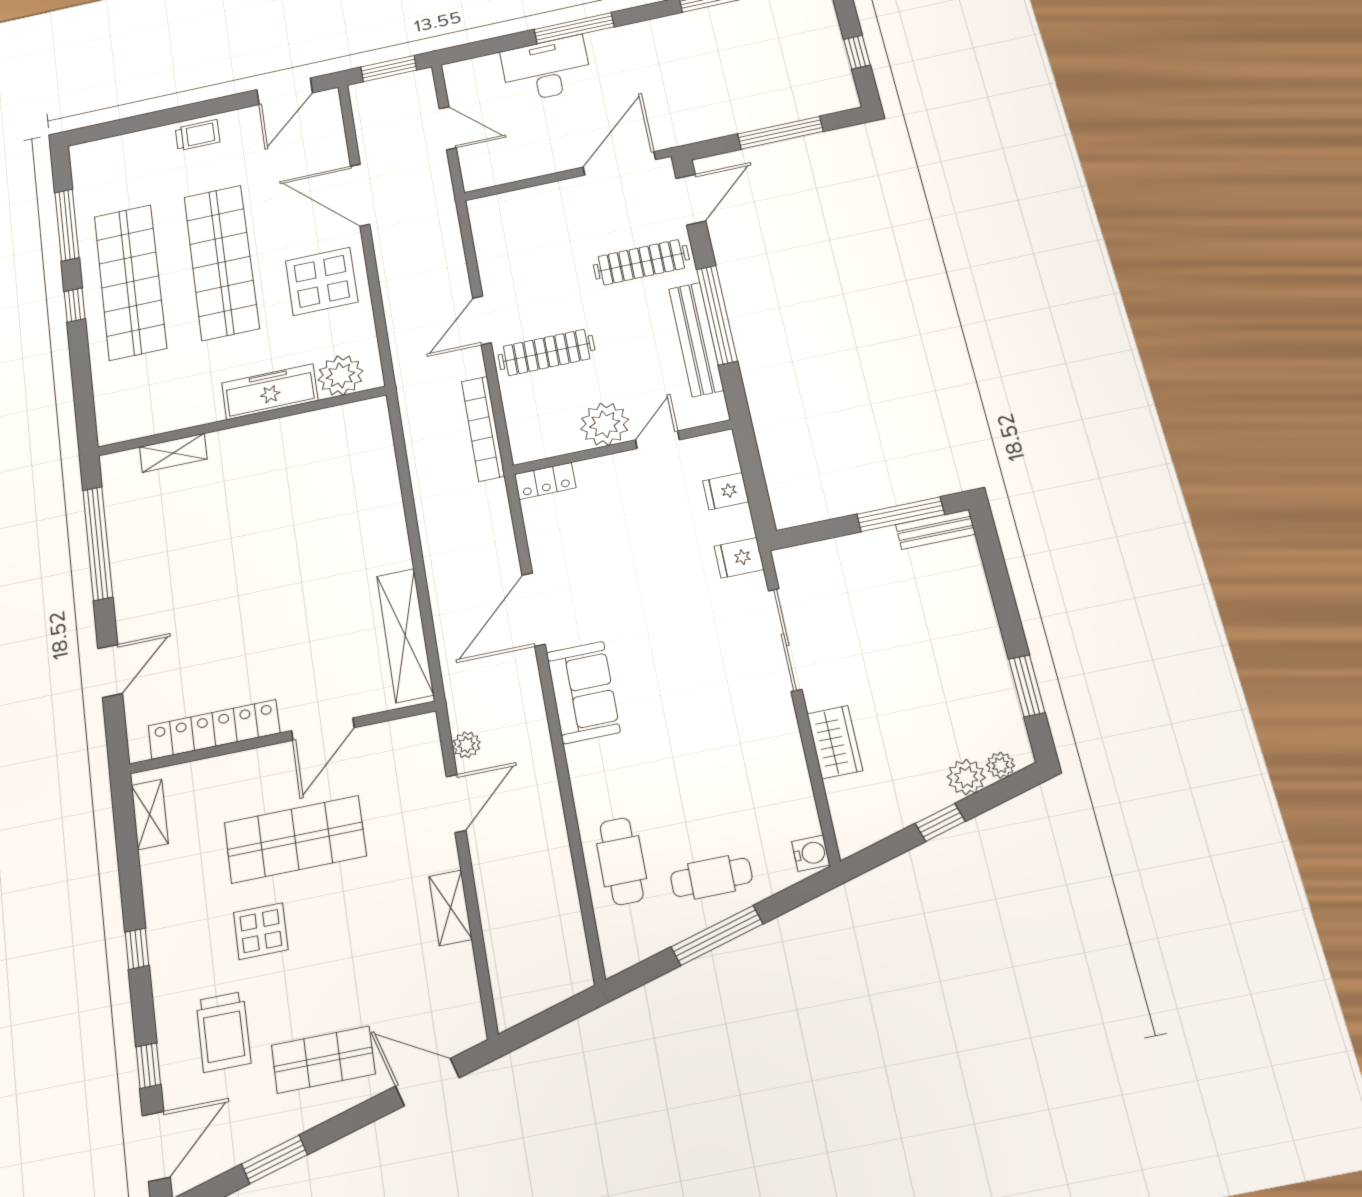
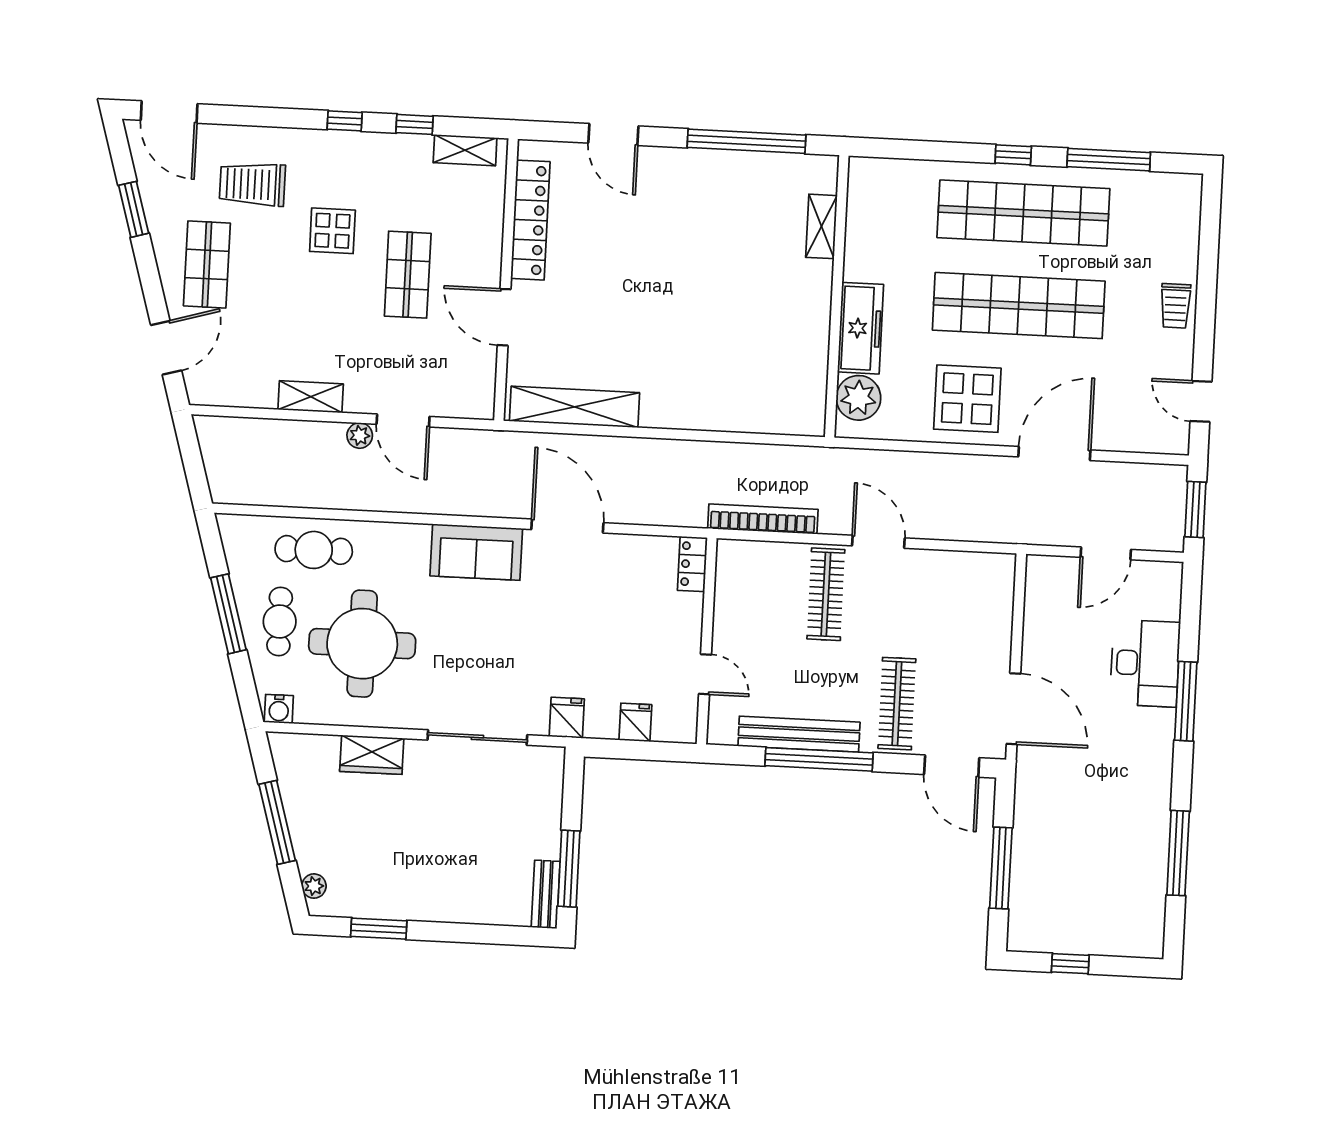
door: (285, 91) -> (1201, 401), width x0.73
plant: (605, 424) -> (735, 631), removed
plant: (466, 745) -> (360, 436), moved
plant: (966, 777) -> (311, 855), removed
round table: (713, 783) -> (362, 644), added
window: (940, 822) -> (277, 822), width x2.17
shop shelf: (295, 839) -> (408, 275), width x0.70, depth x0.74
window: (148, 1066) -> (415, 124), moved

